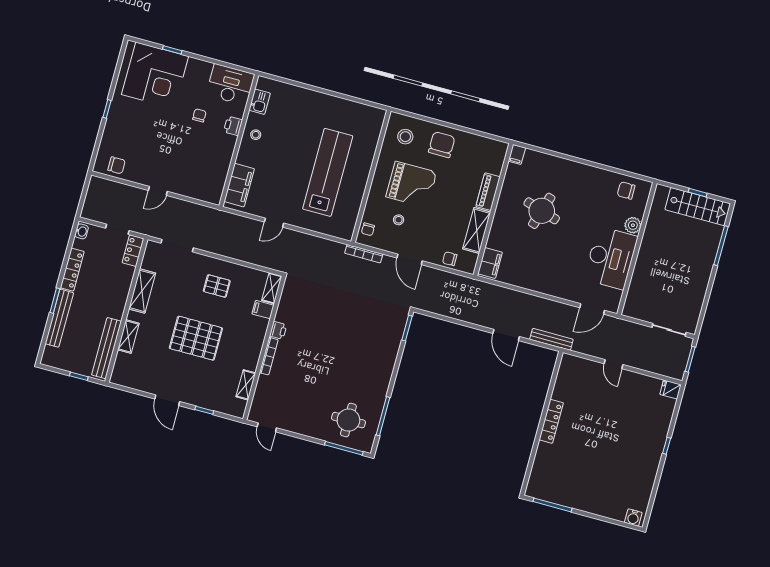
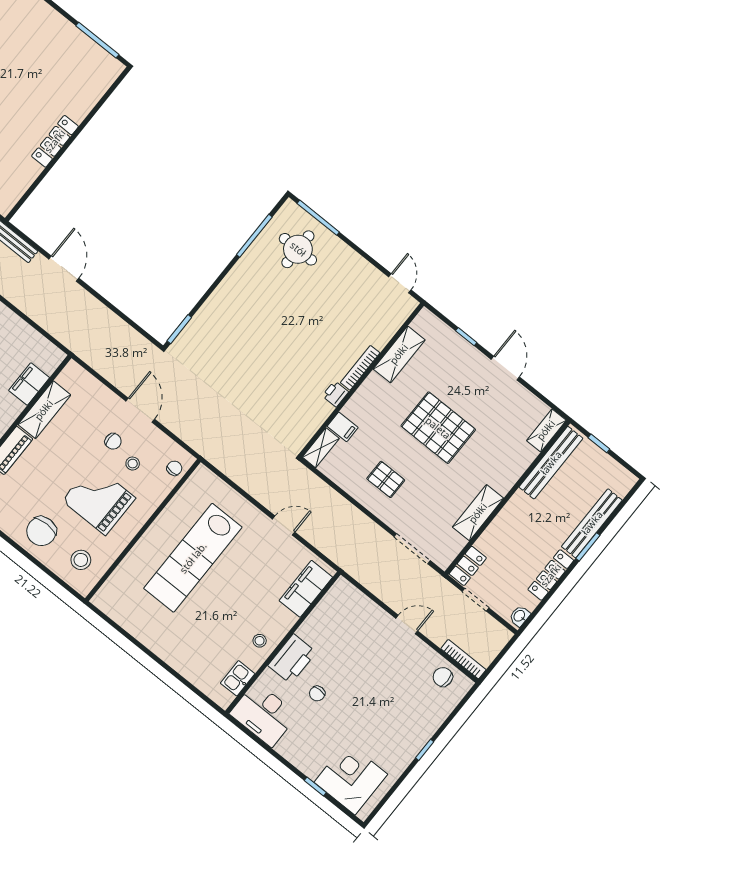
corner desk: (155, 75) -> (351, 778), width x0.74, depth x0.74
printer: (233, 126) -> (292, 659), width x1.87, depth x1.48
bookcase: (364, 254) -> (463, 659), moved
chair: (450, 259) -> (113, 441), moved
filing cabinet: (490, 263) -> (29, 384), moved
shelving: (128, 337) -> (546, 430), moved
shelving: (246, 385) -> (399, 354), width x1.50, depth x1.33

